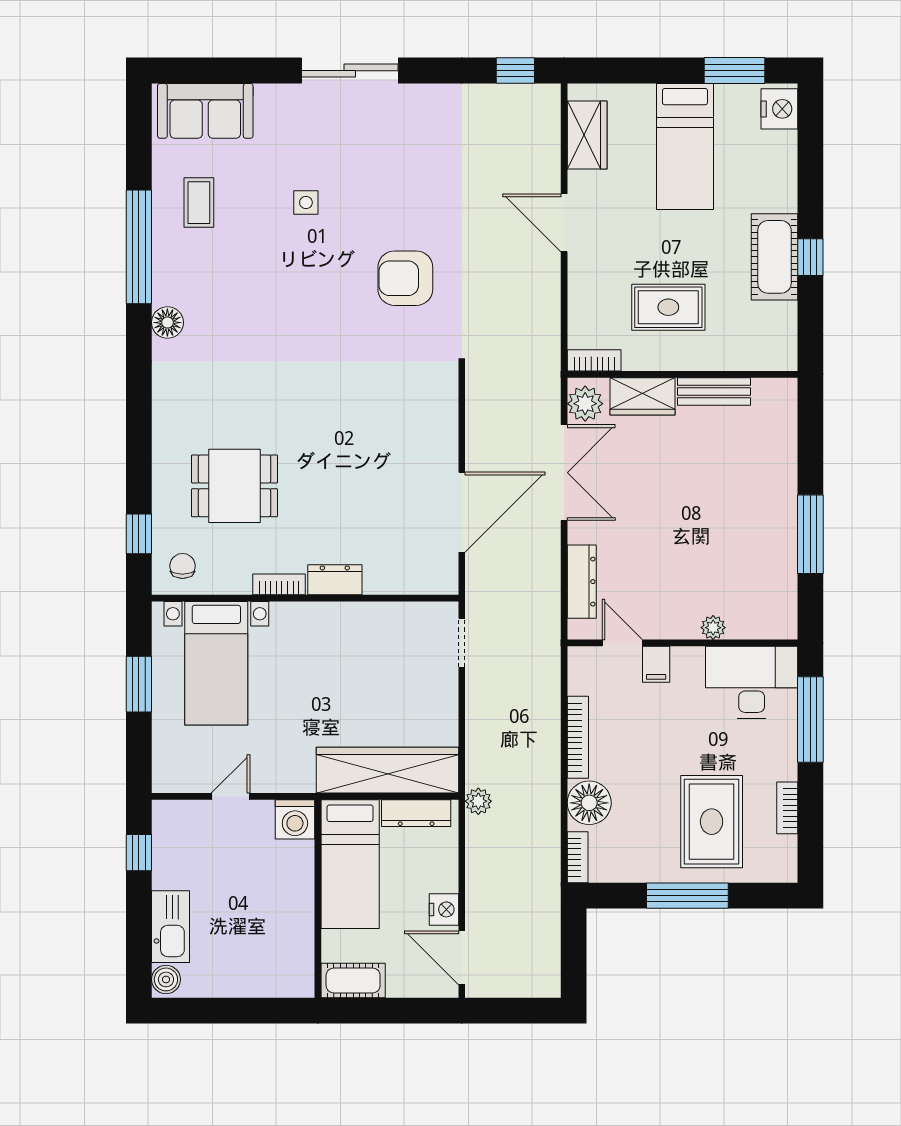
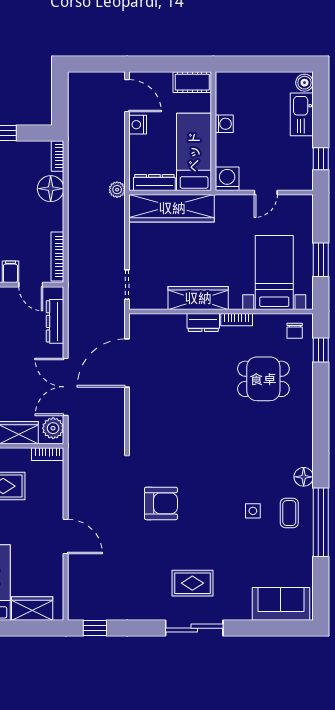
wardrobe: (587, 135) -> (32, 608), moved, turned 90
rug: (353, 145) -> (192, 583), added
side table: (306, 202) -> (253, 511), moved
coffee table: (199, 203) -> (289, 513), moved
wardrobe: (343, 621) -> (198, 298), added
bookcase: (578, 737) -> (57, 257), moved
washing machine: (300, 911) -> (224, 124), added

